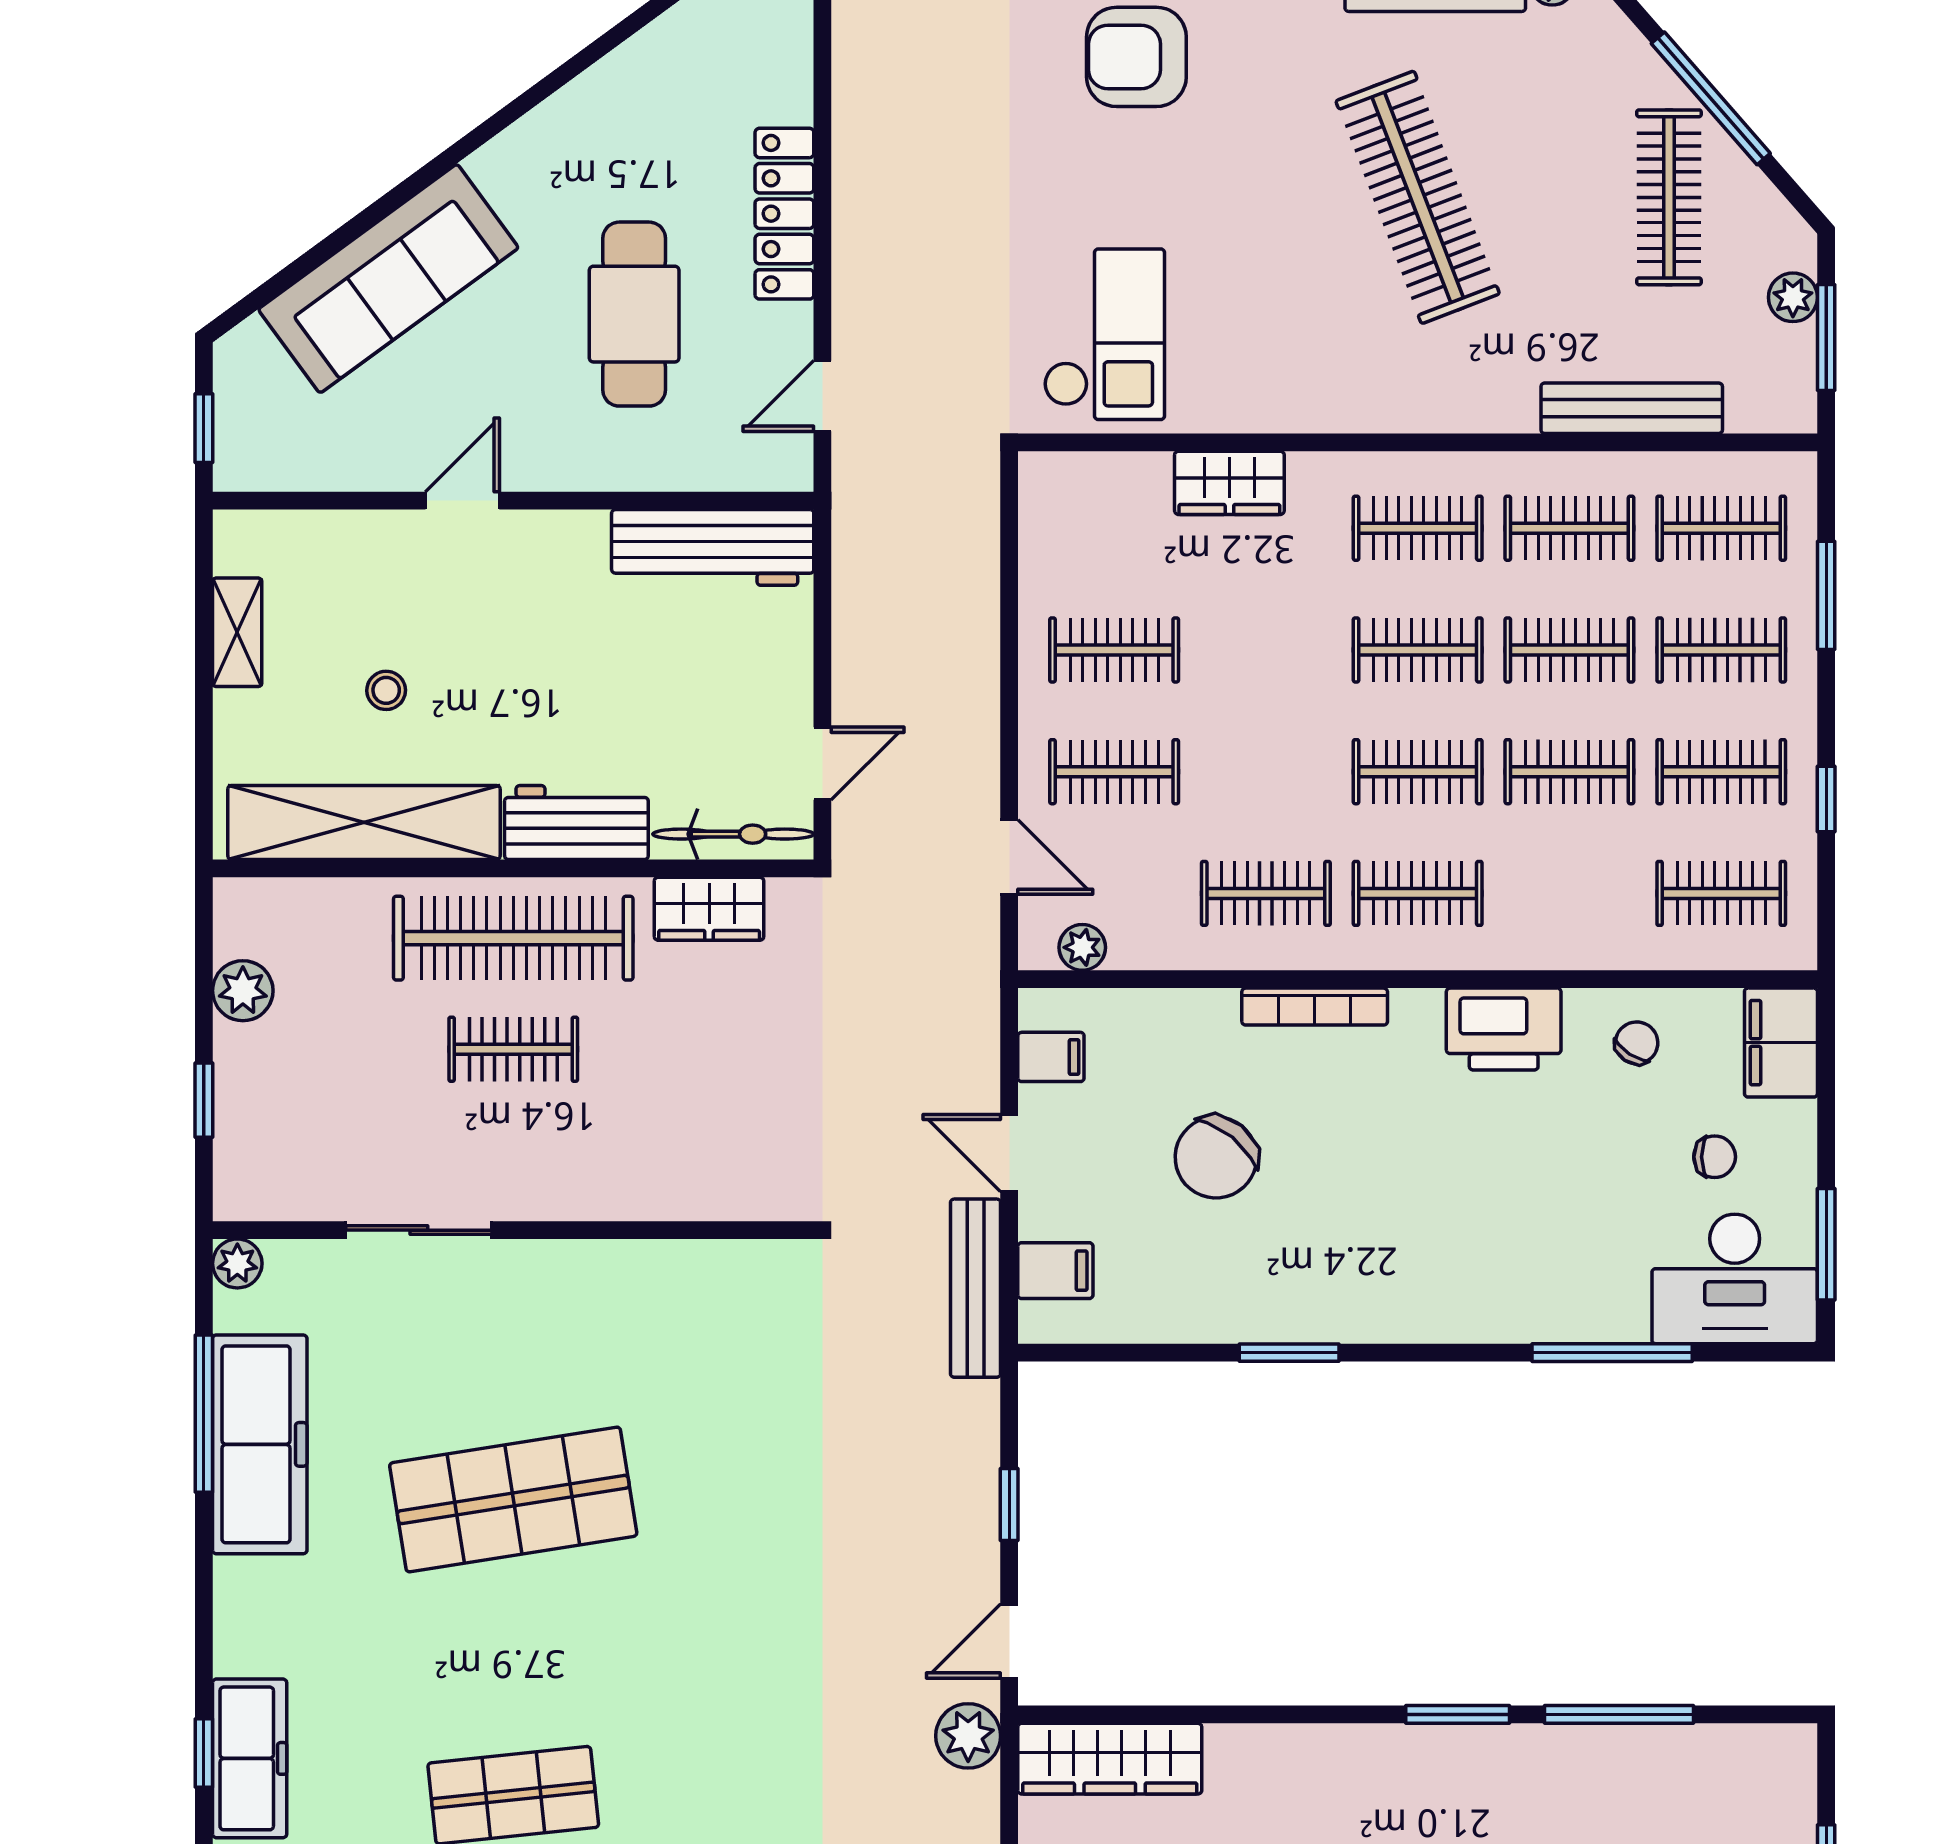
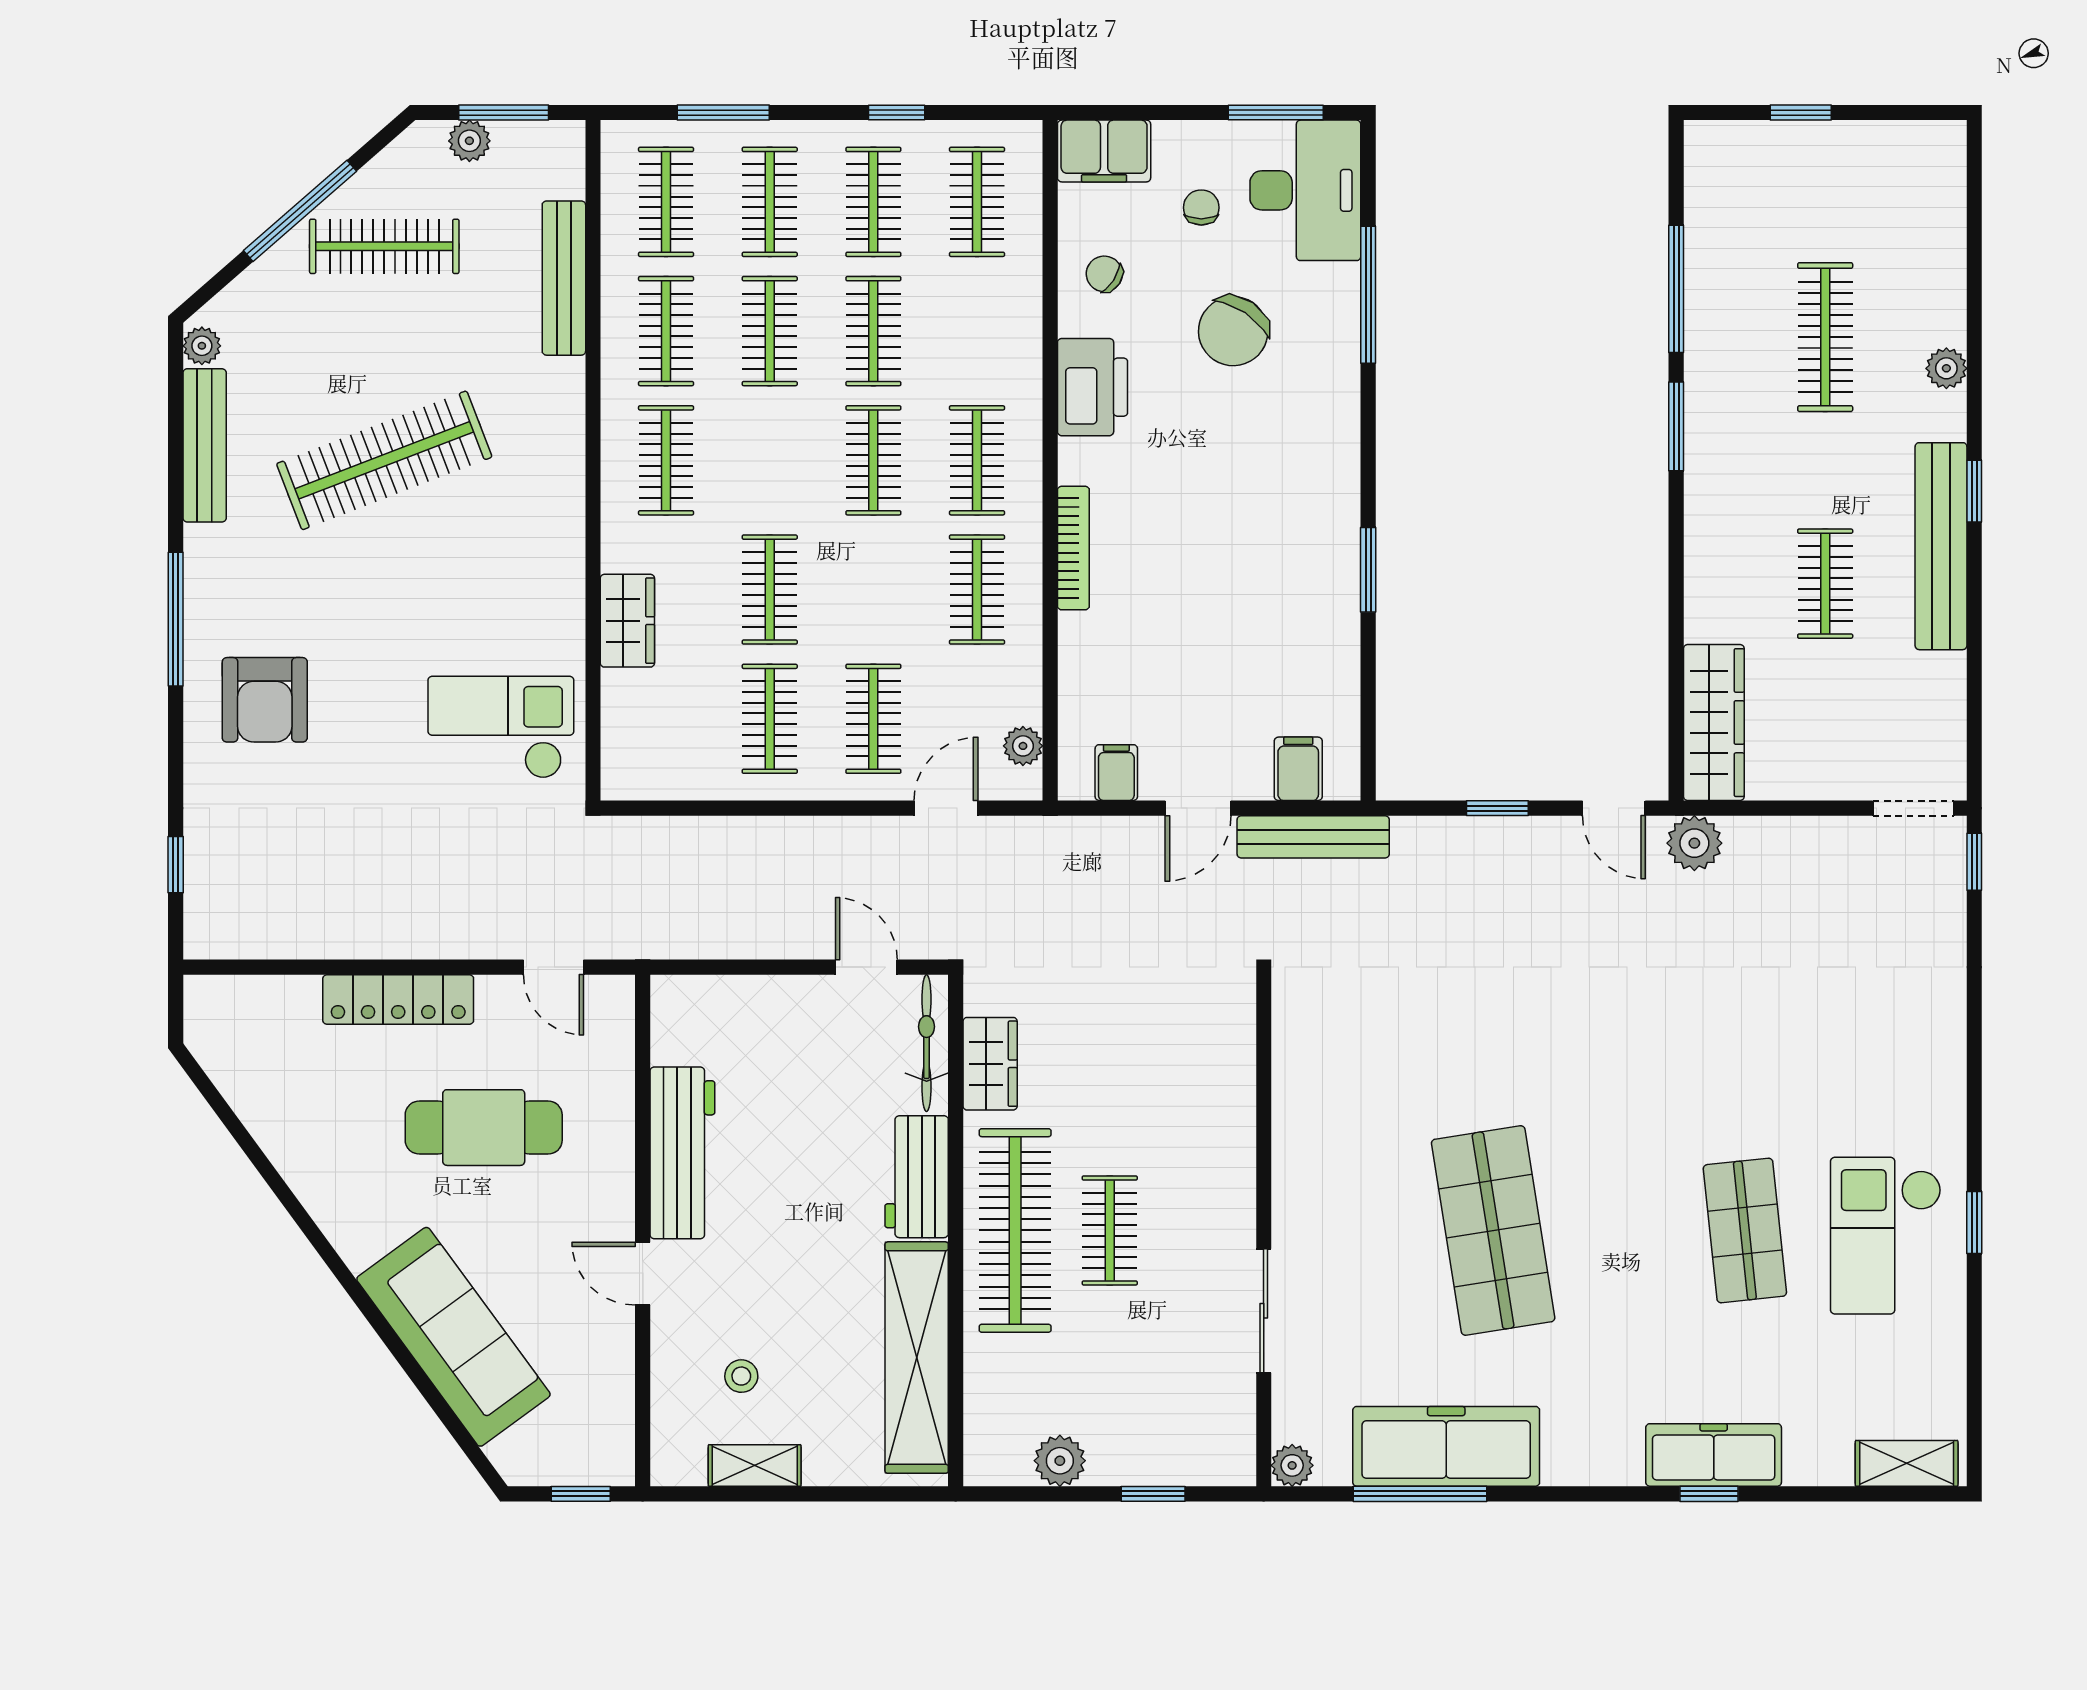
workbench: (713, 547) -> (682, 1153), moved
clothes rail: (1418, 650) -> (770, 590), moved
stool: (386, 690) -> (741, 1376), moved
chair: (1216, 1157) -> (1233, 331), moved, turned 85

